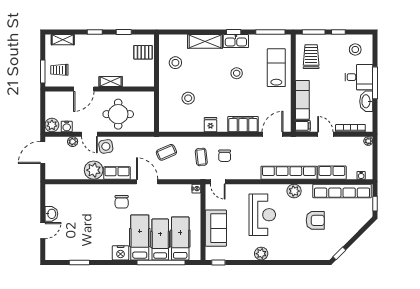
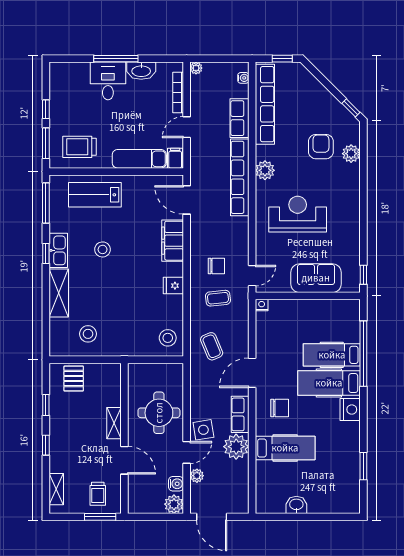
stool: (355, 49) -> (70, 86), removed
stool: (188, 98) -> (168, 338), moved
armchair: (315, 220) -> (321, 147), moved
door: (43, 231) -> (319, 517), removed
hospital bed: (180, 238) -> (285, 448), moved, turned 180
plant: (261, 254) -> (351, 154), moved

